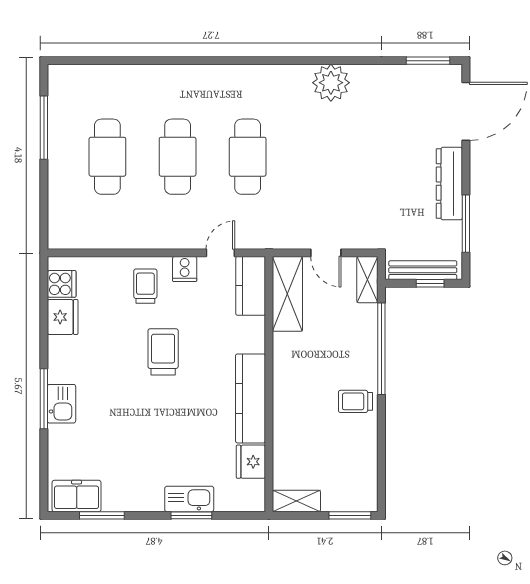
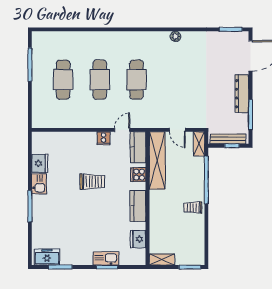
plant: (331, 83) -> (175, 36), width x0.53, depth x0.53
cooker: (62, 284) -> (138, 175), moved, turned 180
trolley: (145, 286) -> (83, 147), removed
shelving: (287, 294) -> (157, 160), width x1.47
trolley: (163, 352) -> (92, 182), turned 90
kitchen counter: (250, 398) -> (138, 206), width x0.67
kitchen sink: (61, 404) -> (39, 184), moved

